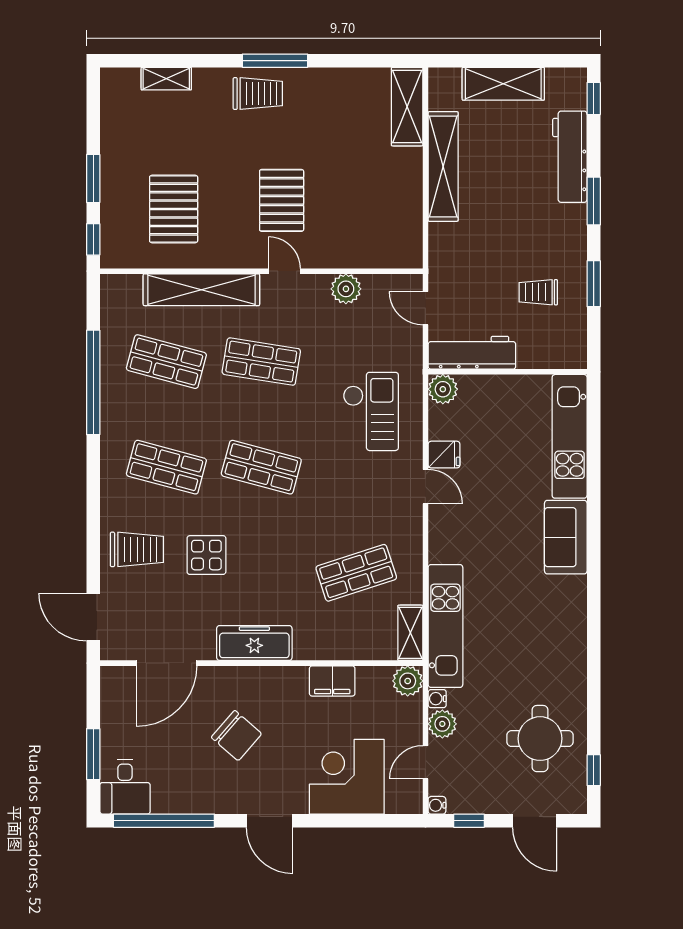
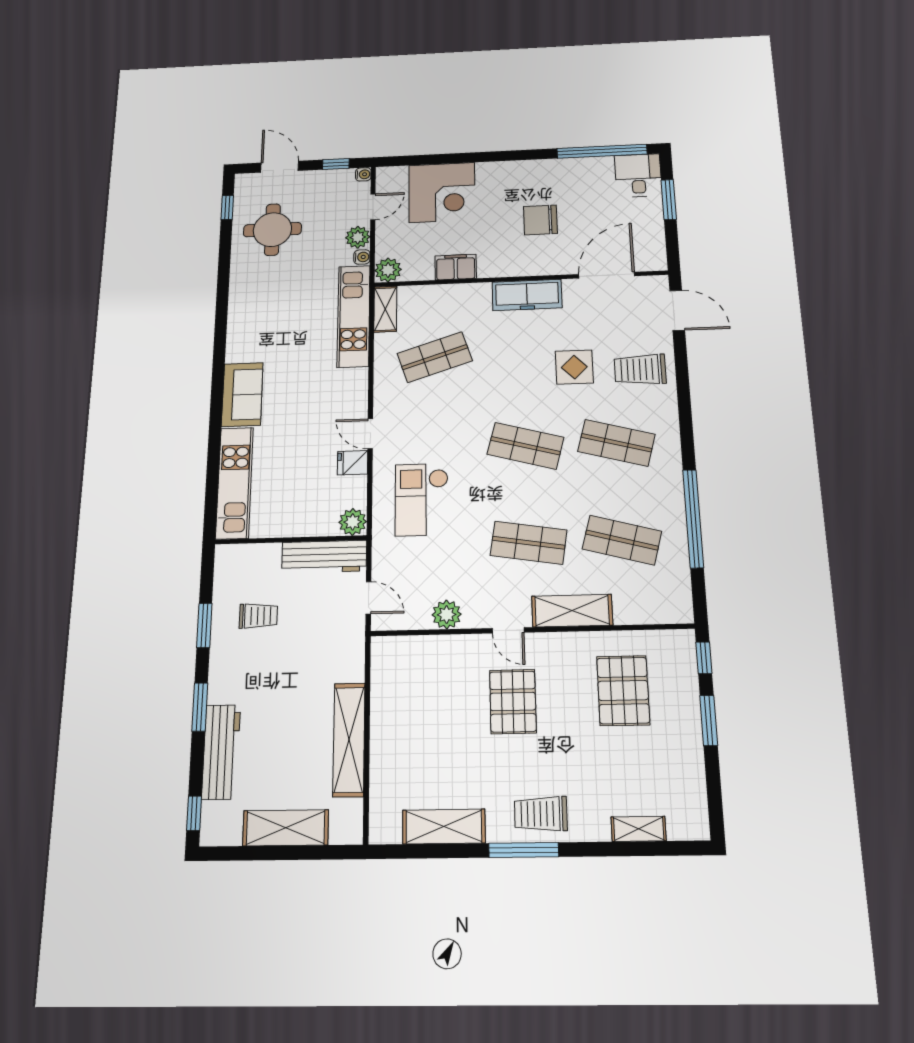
shelving: (407, 107) -> (444, 826), moved, turned 90
shelving: (201, 290) -> (572, 611), width x0.68
chair: (237, 736) -> (540, 220), turned -41
door: (269, 821) -> (509, 156), removed

